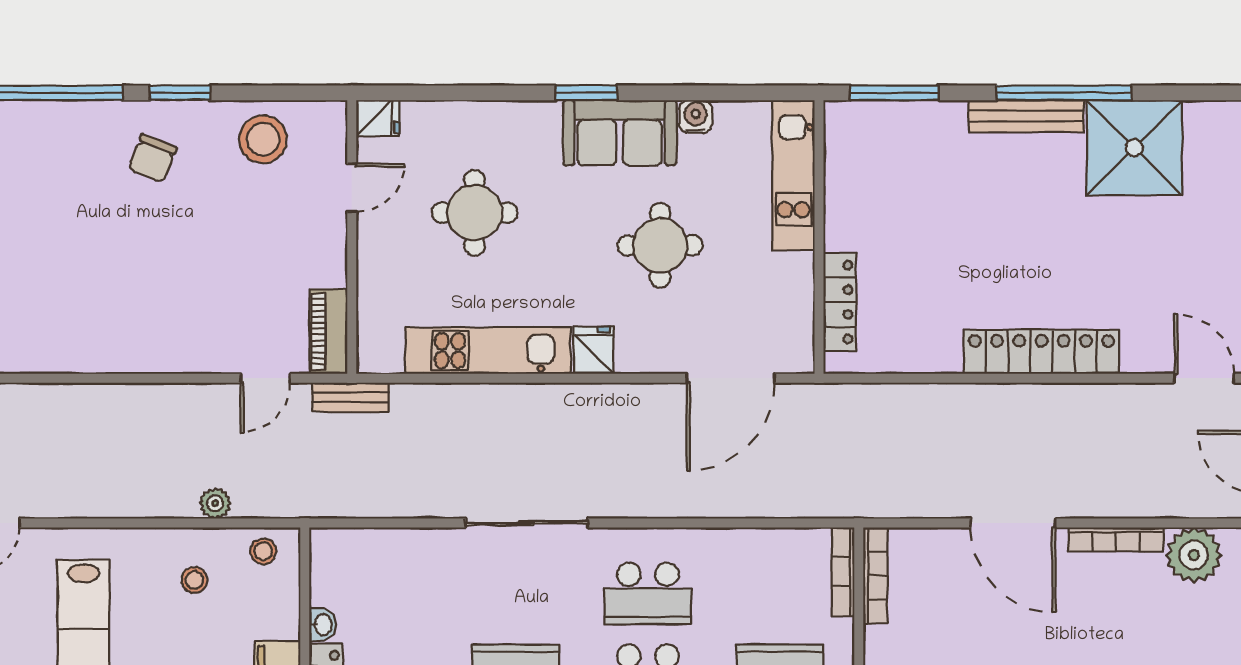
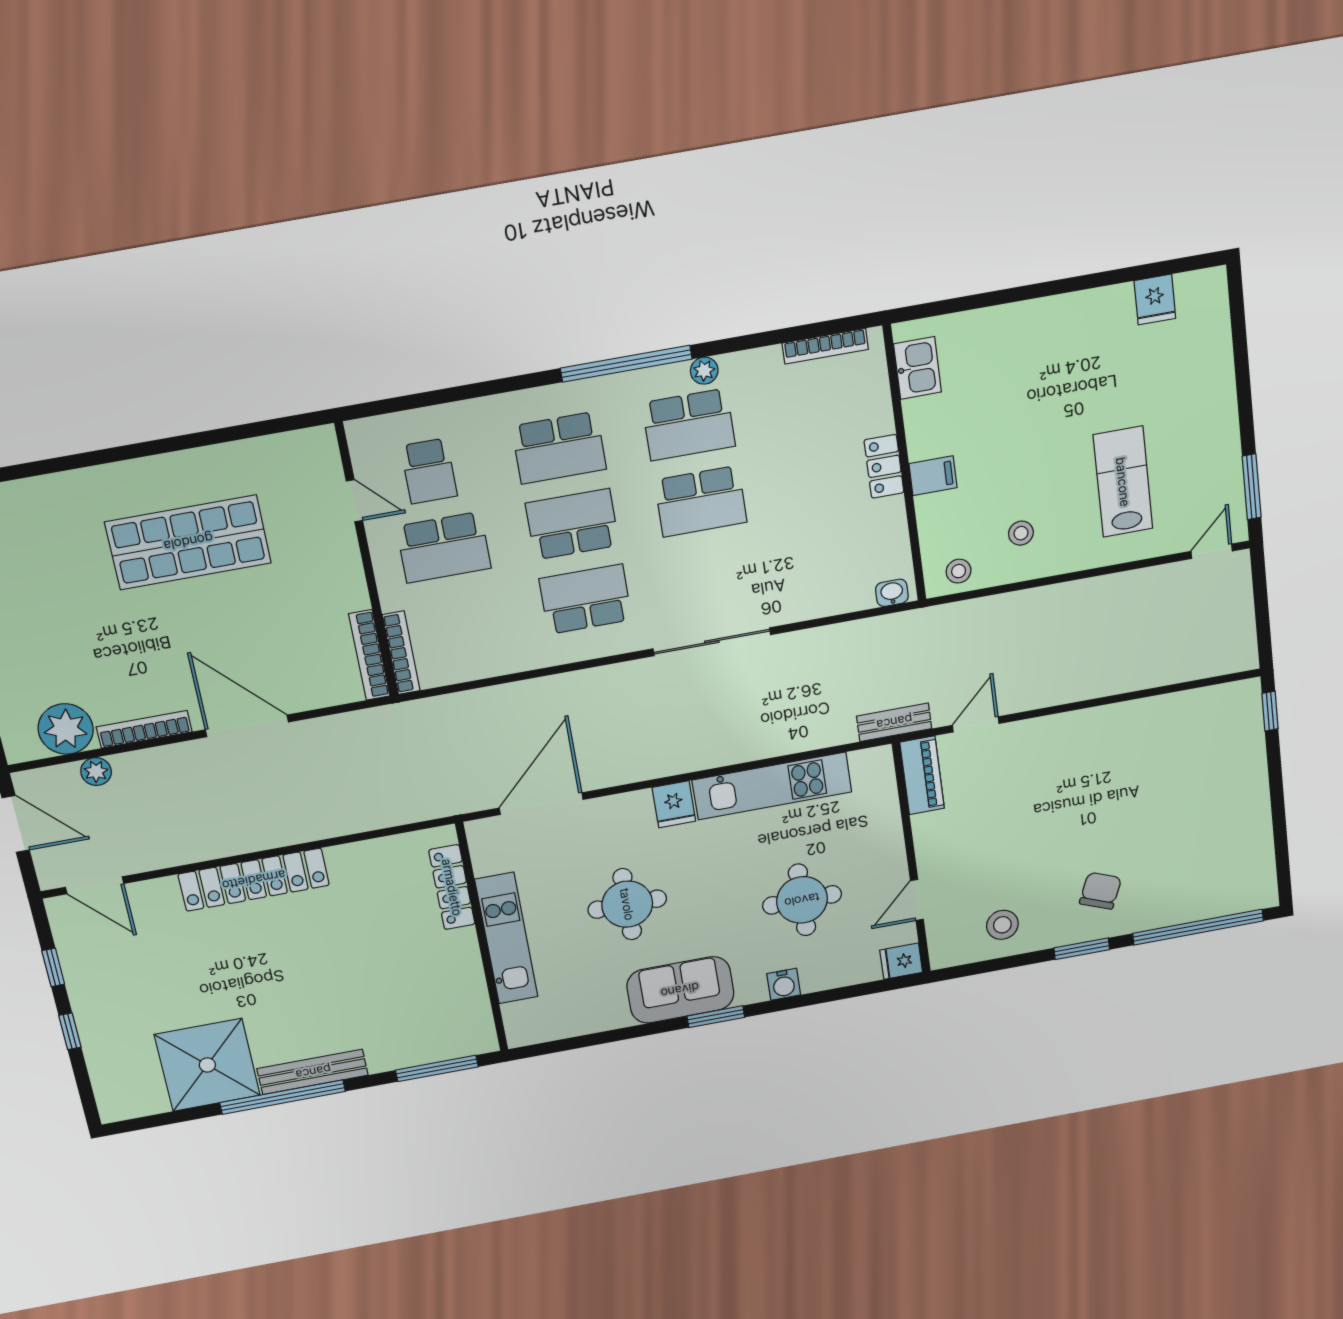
water cooler: (696, 117) -> (784, 984), moved
stool: (263, 139) -> (1002, 925), width x0.73, depth x0.73
kitchen unit: (794, 175) -> (506, 938), moved
plant: (215, 503) -> (96, 772), moved
washbasin: (322, 625) -> (892, 593), moved, turned 90

